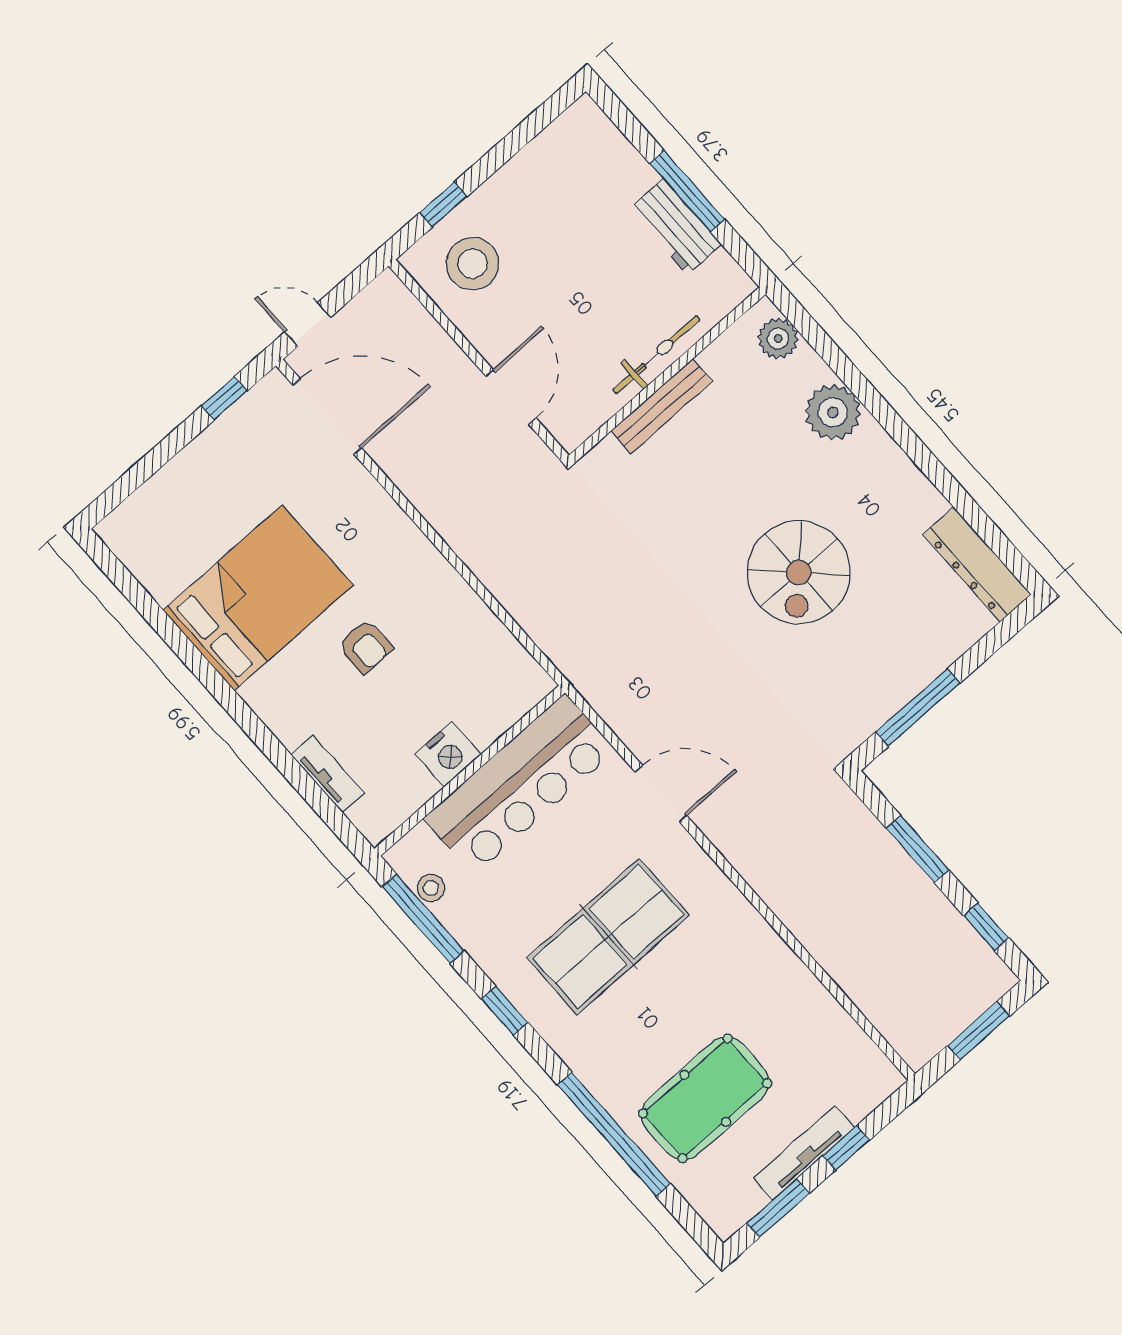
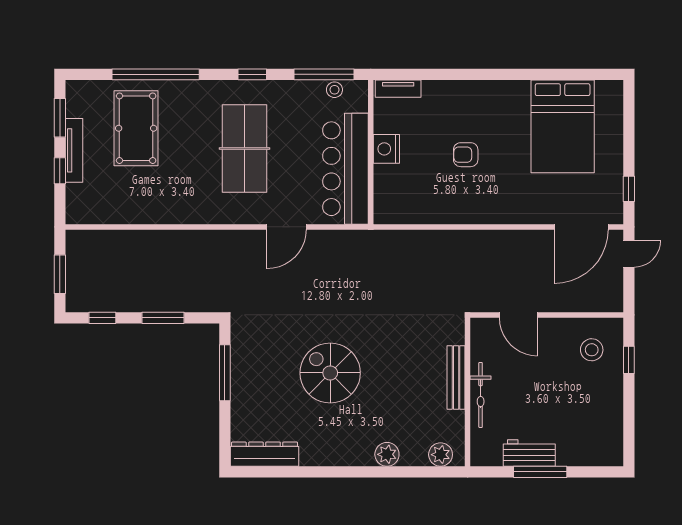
stool: (473, 264) -> (592, 350), width x0.73, depth x0.73
plant: (833, 412) -> (387, 454), width x0.73, depth x0.73
bed: (258, 598) -> (563, 126), moved
tv unit: (328, 774) -> (398, 89), moved

